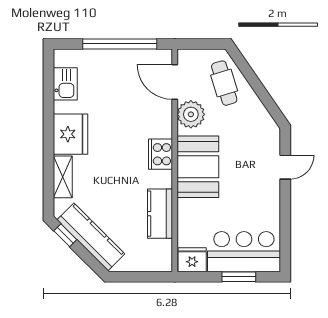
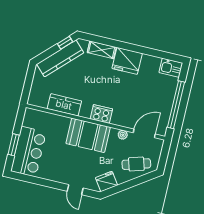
kitchen sink: (65, 84) -> (171, 68), moved
plant: (191, 114) -> (123, 135), width x0.53, depth x0.53
fridge: (192, 260) -> (107, 182), moved, turned -125

